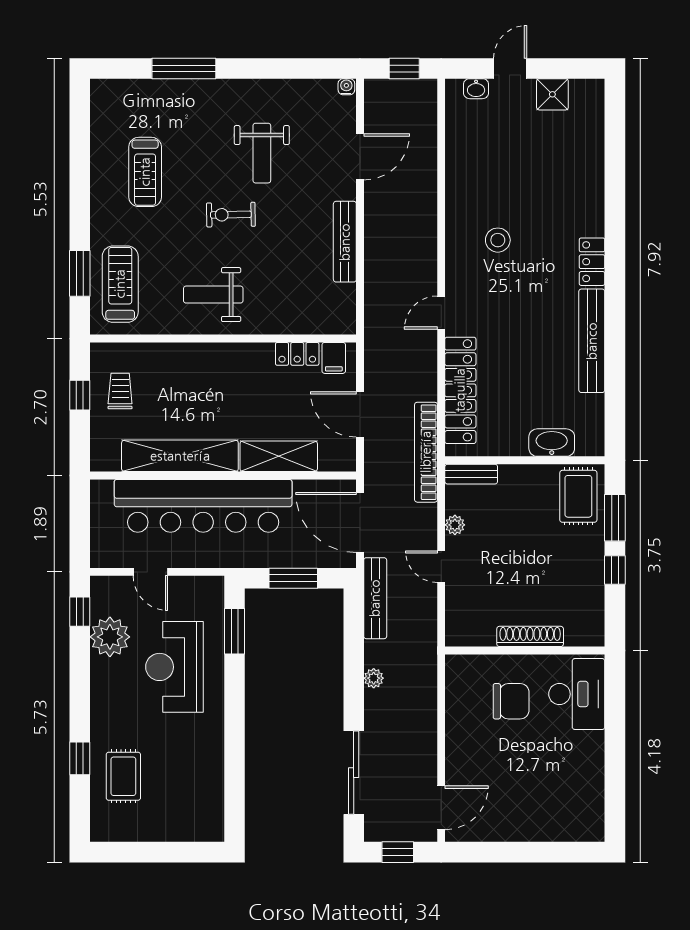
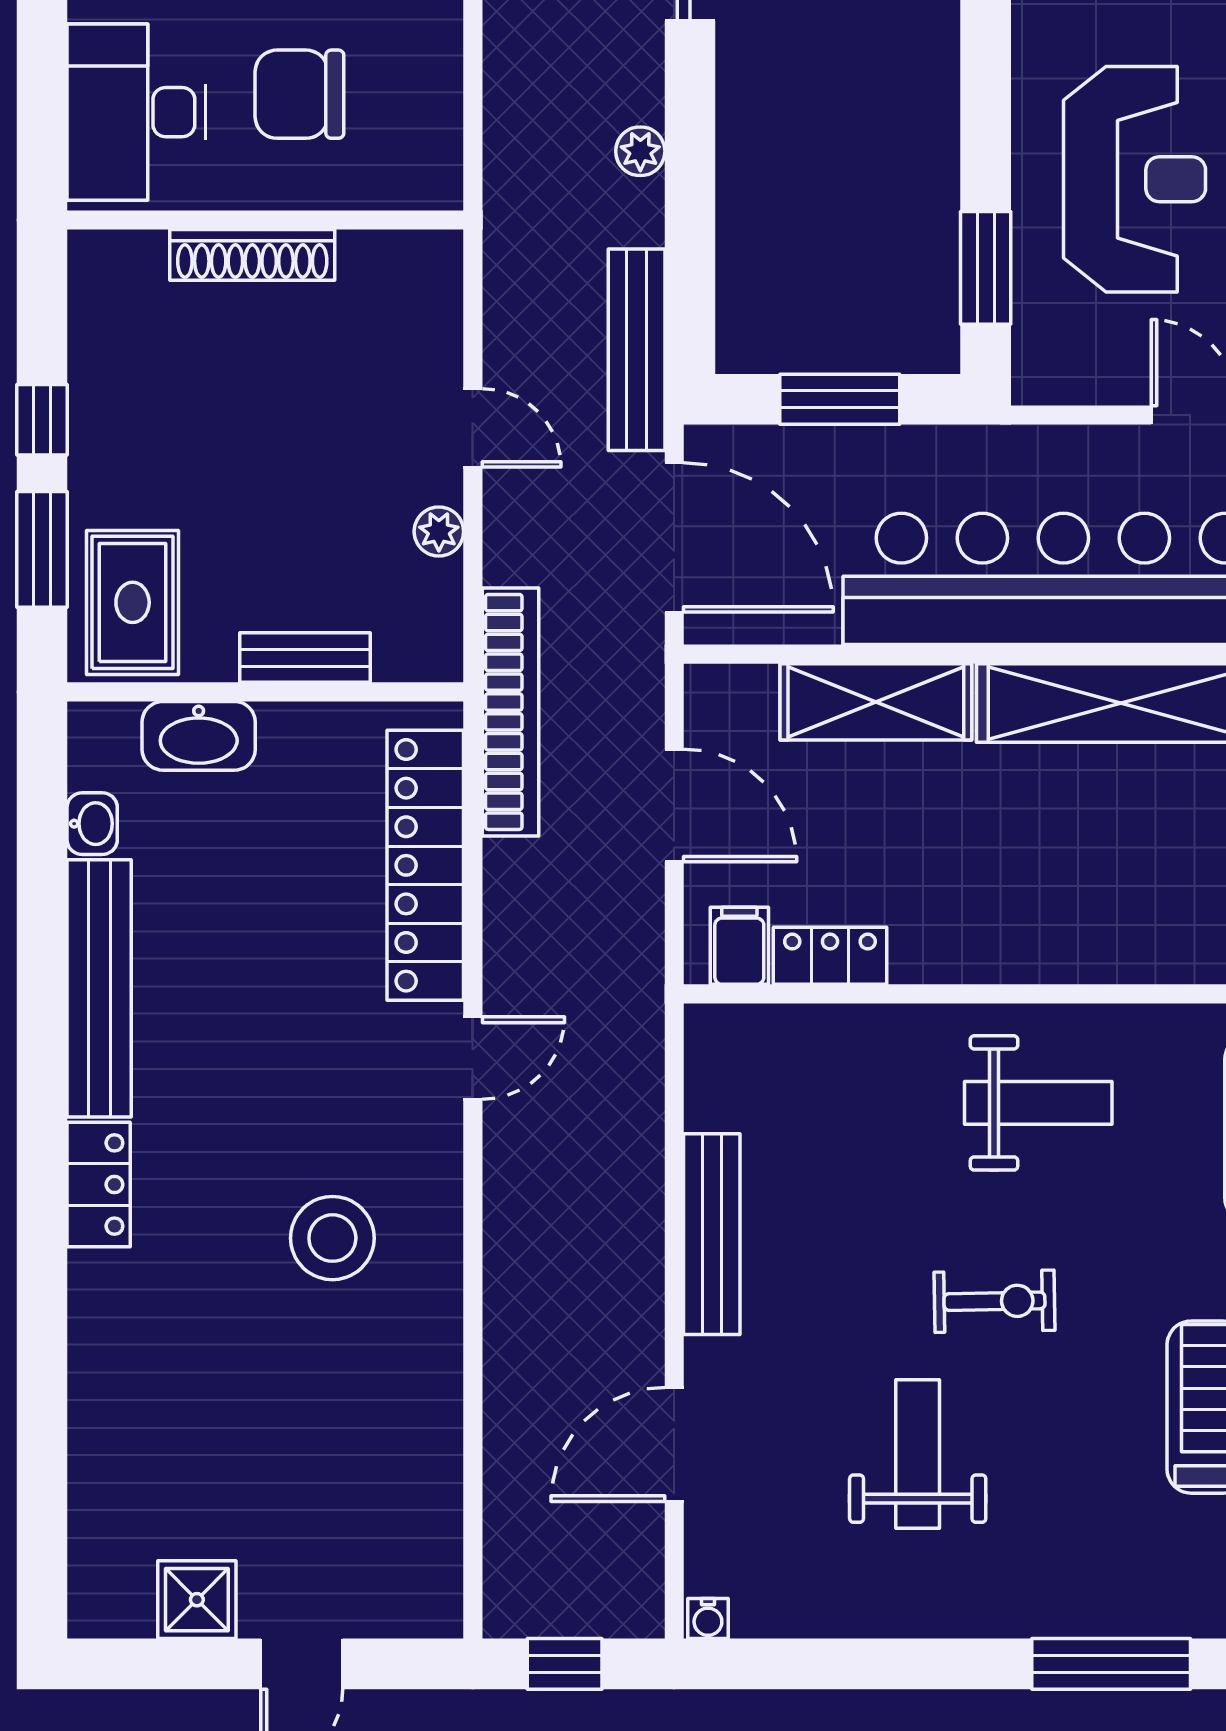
washbasin: (476, 89) -> (92, 824), moved, turned 90
stool: (498, 240) -> (332, 1238), width x1.38, depth x1.38
bench: (471, 474) -> (305, 658), moved

